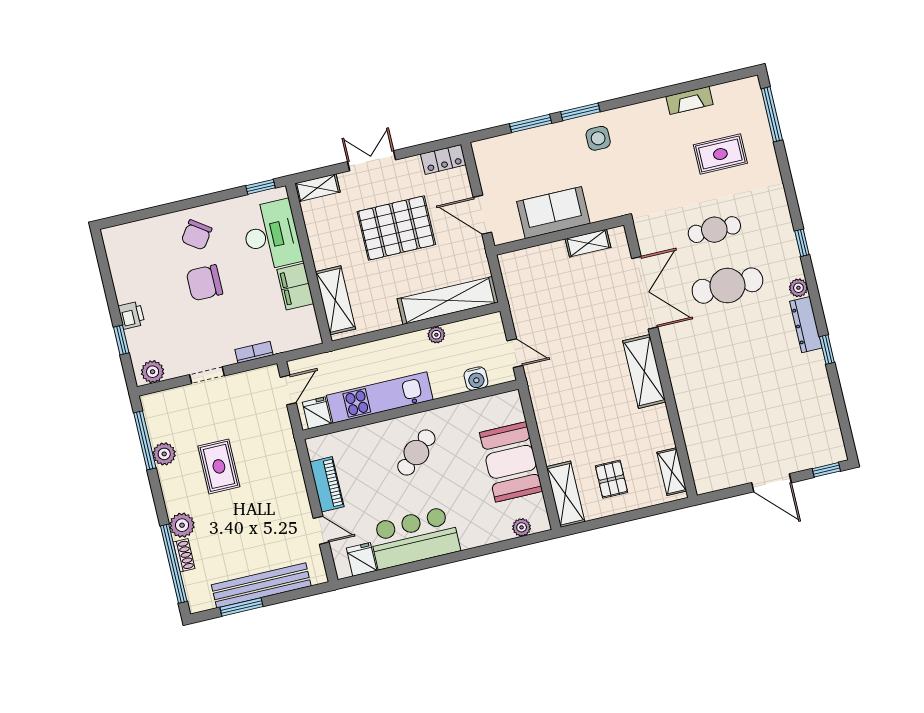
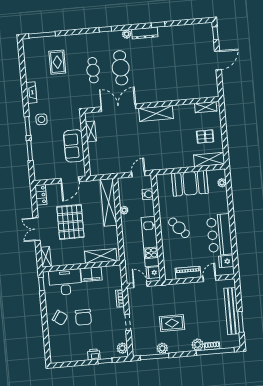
fireplace: (689, 100) -> (31, 93), moved

